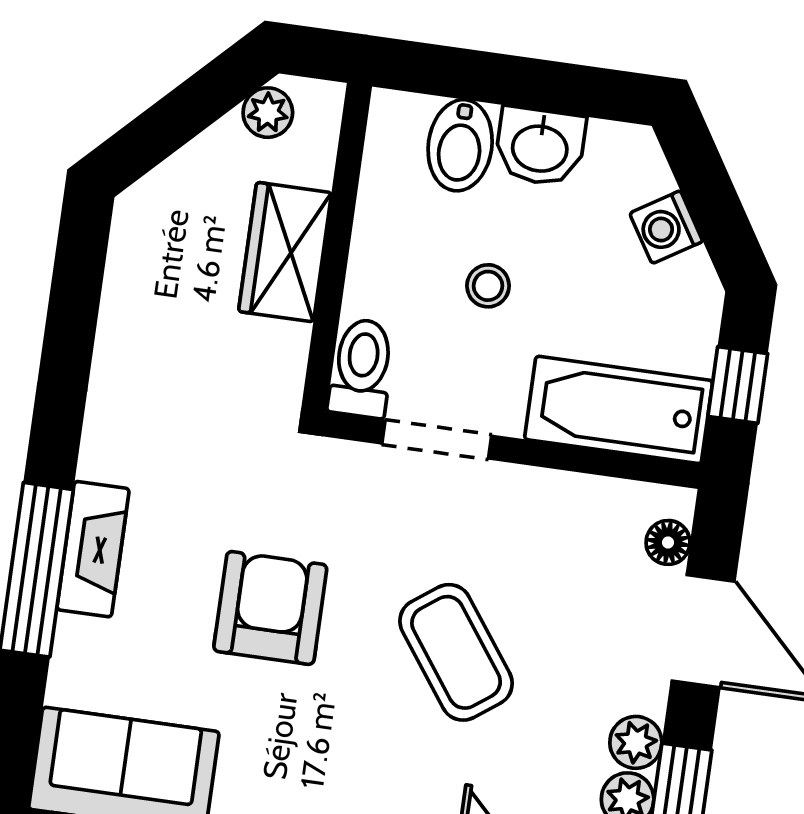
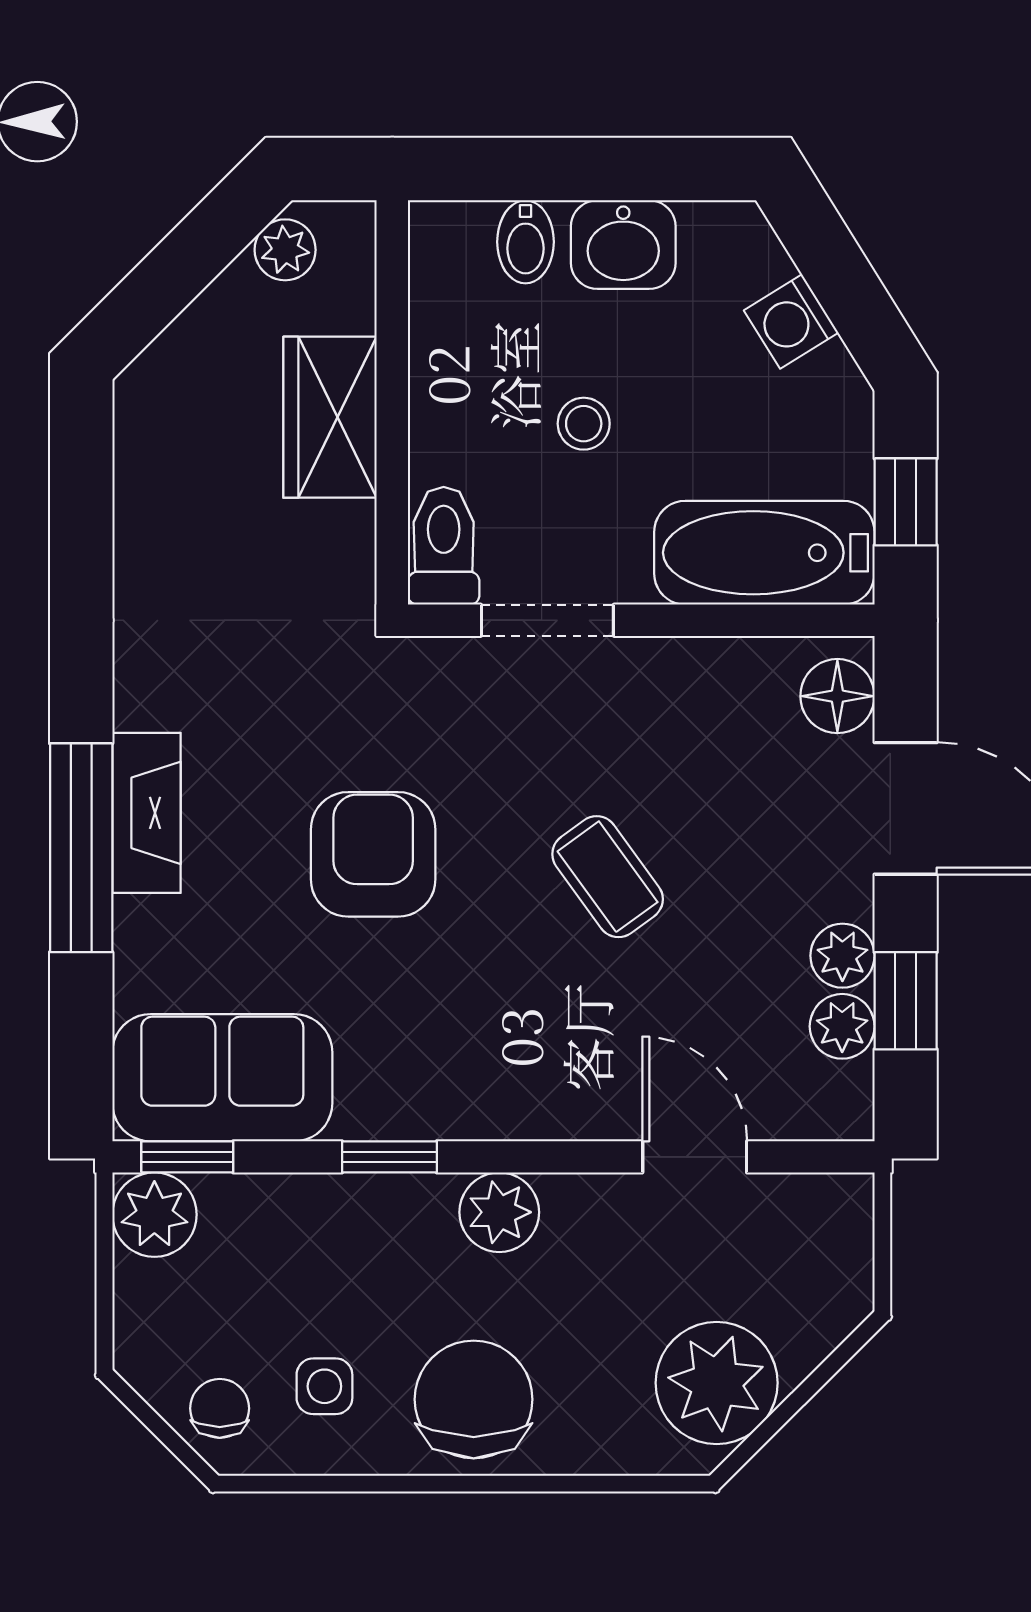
bidet: (460, 145) -> (525, 242), width x0.72, depth x0.74
floor lamp: (668, 542) -> (837, 696), width x1.37, depth x1.37
coffee table: (456, 652) -> (608, 877), width x0.73, depth x0.77

